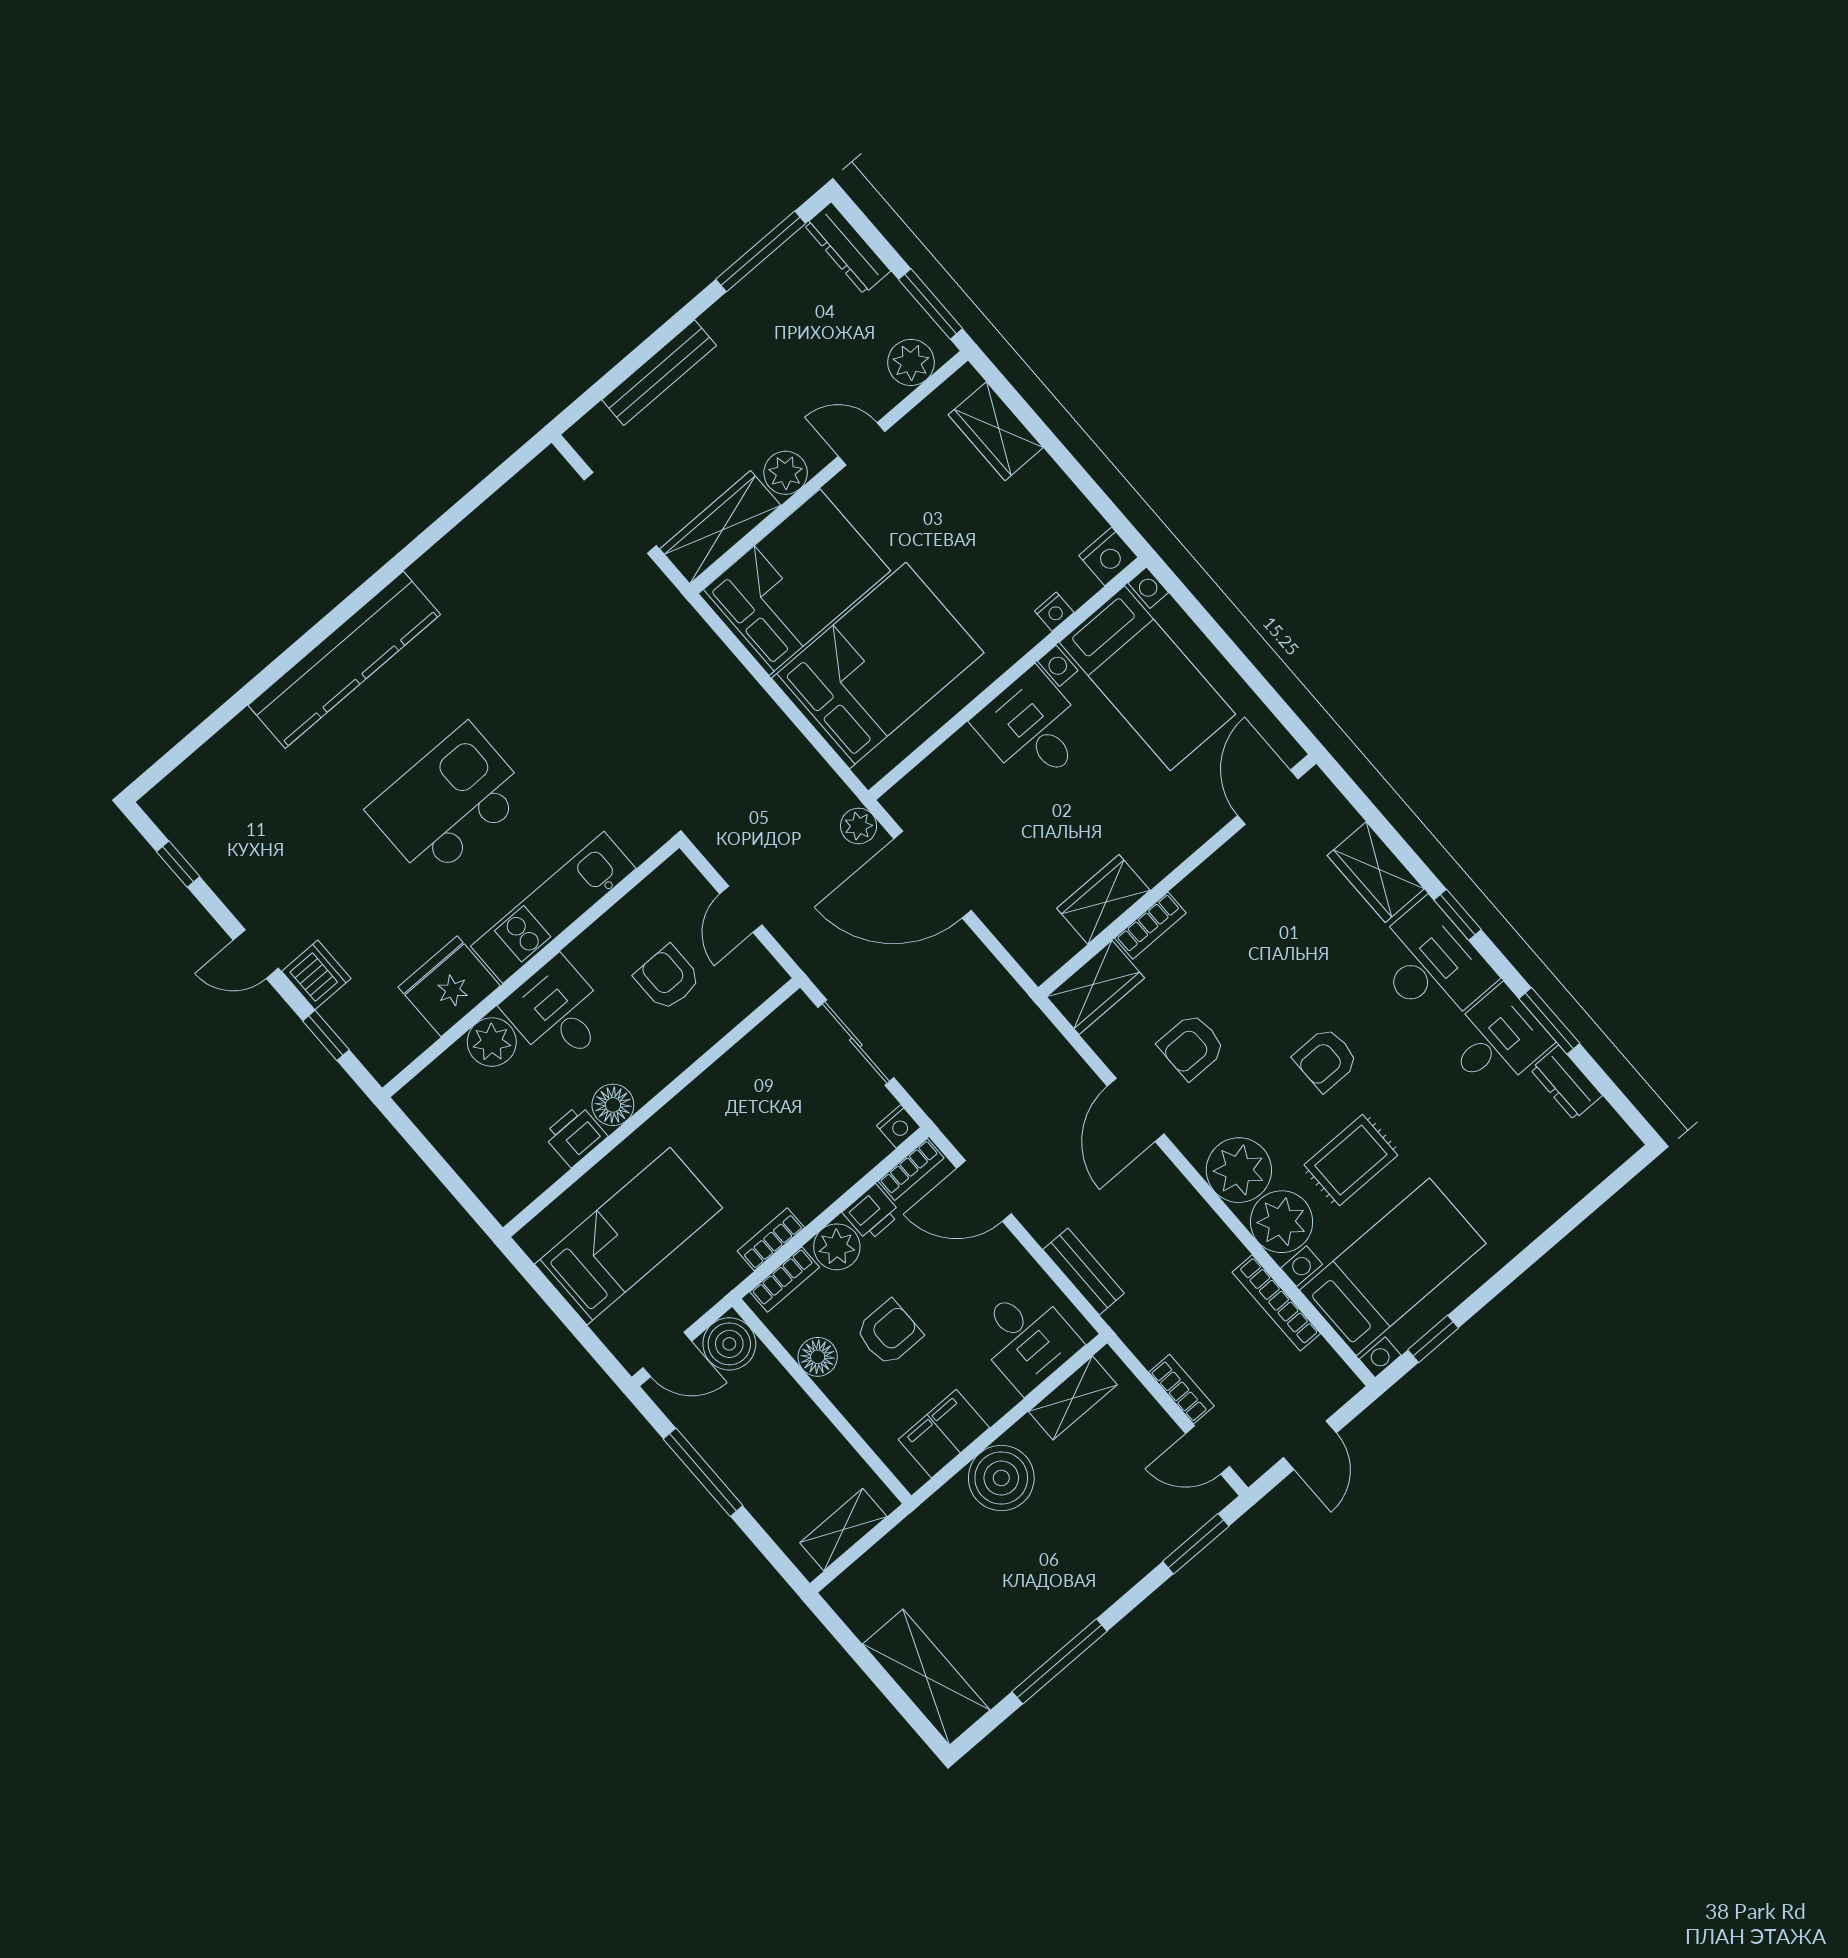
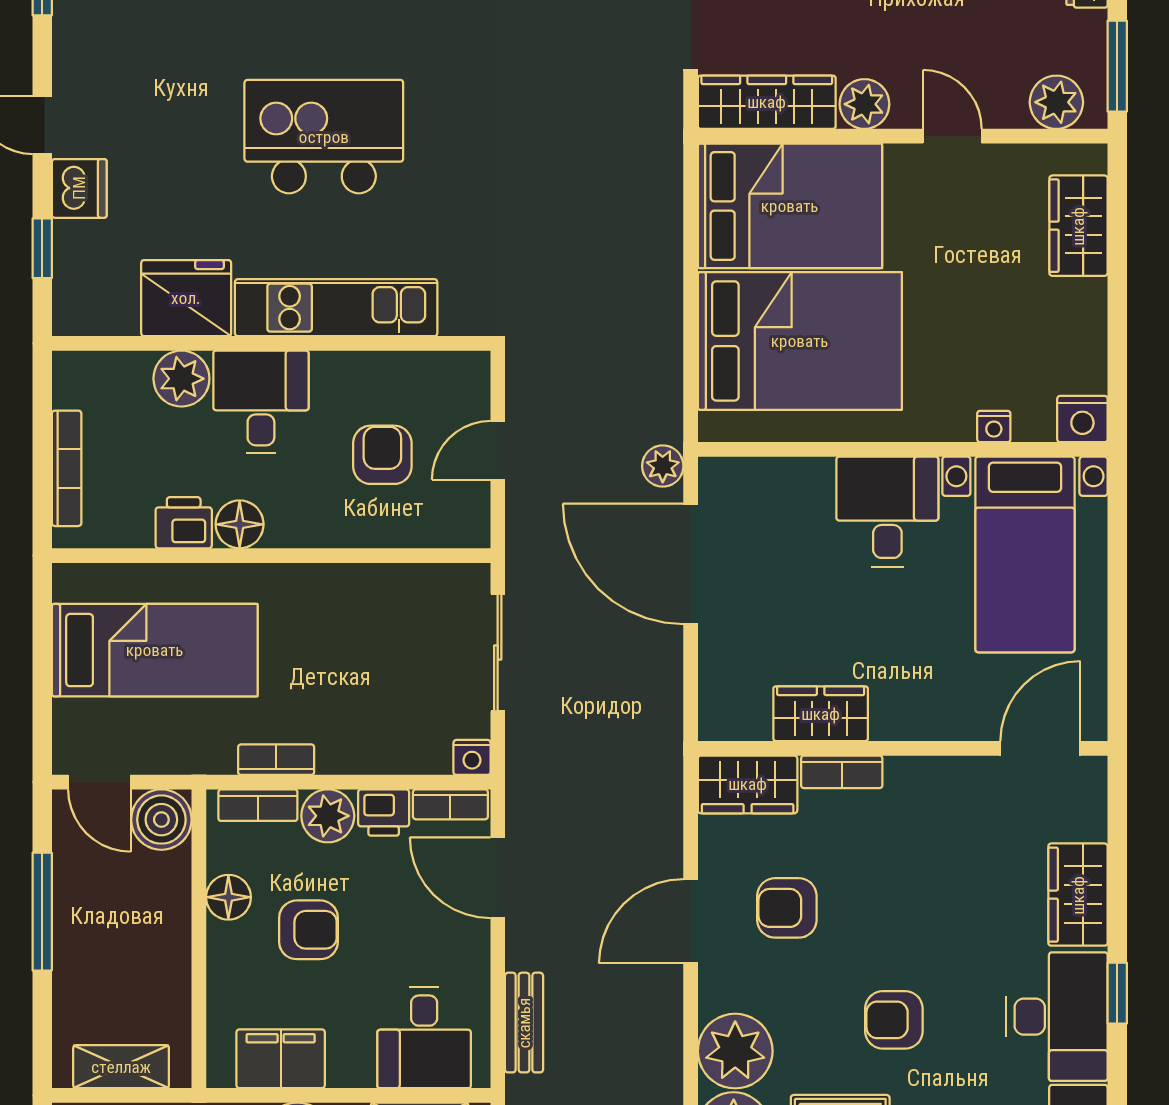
bookcase: (467, 1166) -> (67, 468), added

